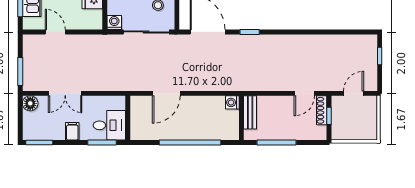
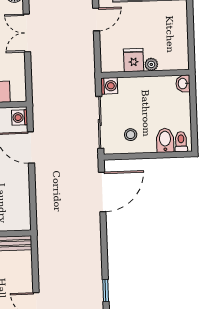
window: (250, 32) -> (106, 290), moved
washing machine: (232, 102) -> (20, 118), moved, turned -90

